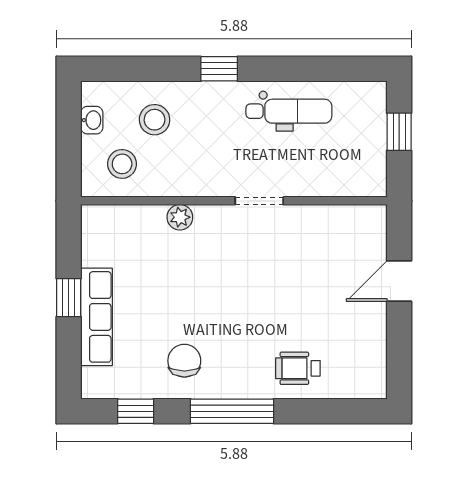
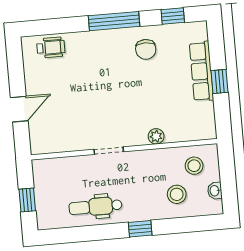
wheelchair: (298, 368) -> (51, 48), moved

